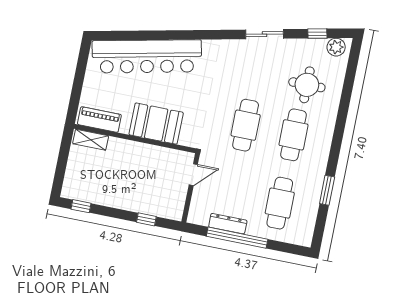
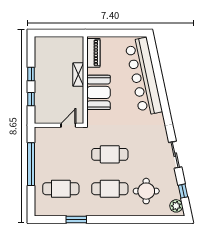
shelving: (91, 140) -> (78, 75), moved
door: (193, 175) -> (68, 125), swing flipped
window: (81, 206) -> (31, 74), moved
dresser: (228, 224) -> (39, 156), removed

